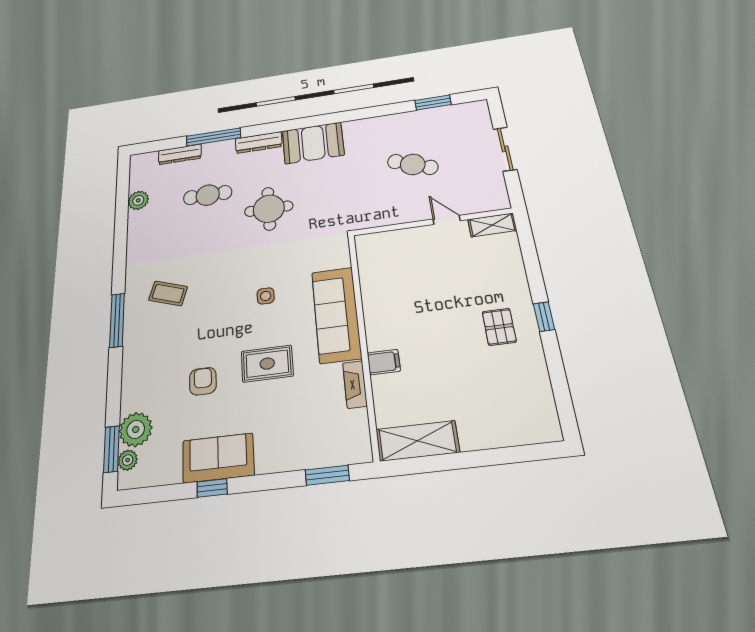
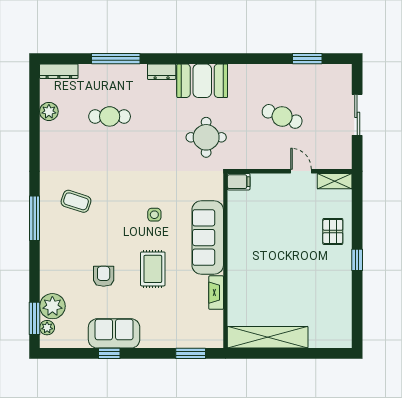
dresser: (259, 143) -> (162, 72), width x0.70
dresser: (180, 154) -> (59, 71), moved
round table: (269, 209) -> (206, 137), moved
pallet: (499, 327) -> (333, 231), moved
filing cabinet: (384, 362) -> (239, 182), moved
rug: (267, 364) -> (153, 269), turned 90
shelving: (417, 441) -> (268, 337), width x1.47

